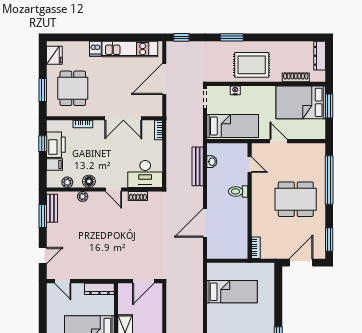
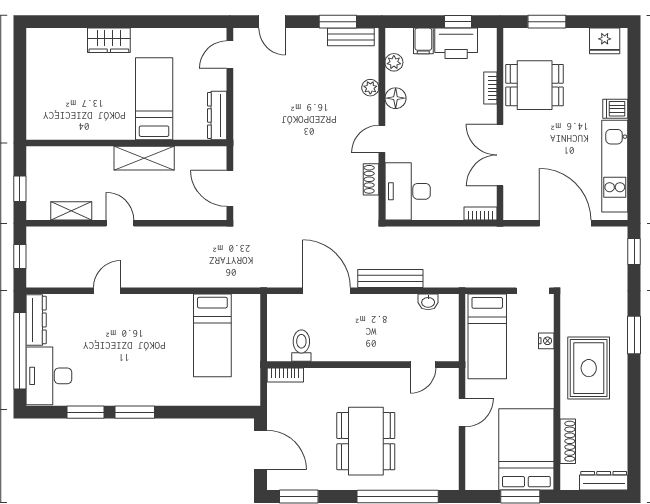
dining table: (73, 88) -> (535, 85), moved
bench: (198, 166) -> (390, 278), moved
toilet: (238, 191) -> (301, 346), moved

